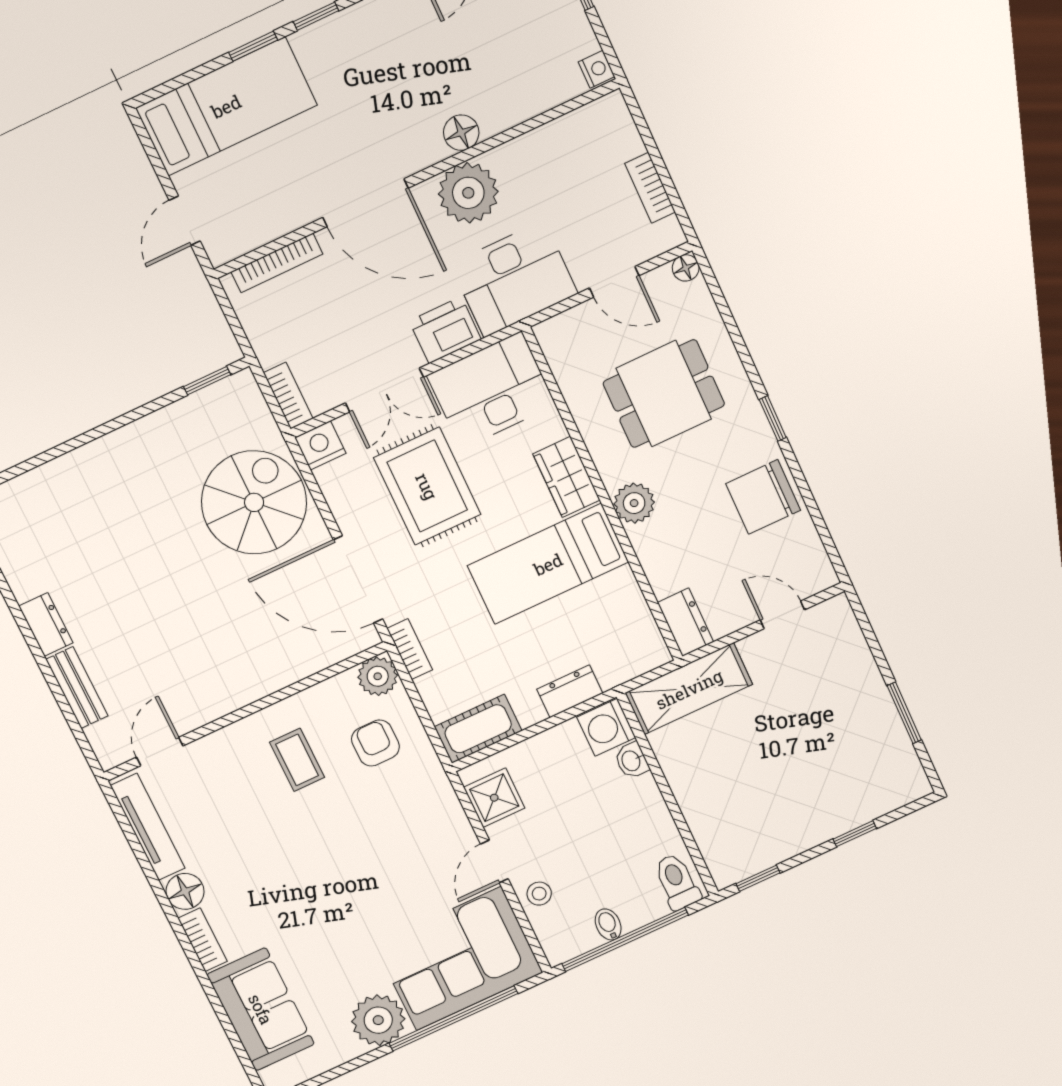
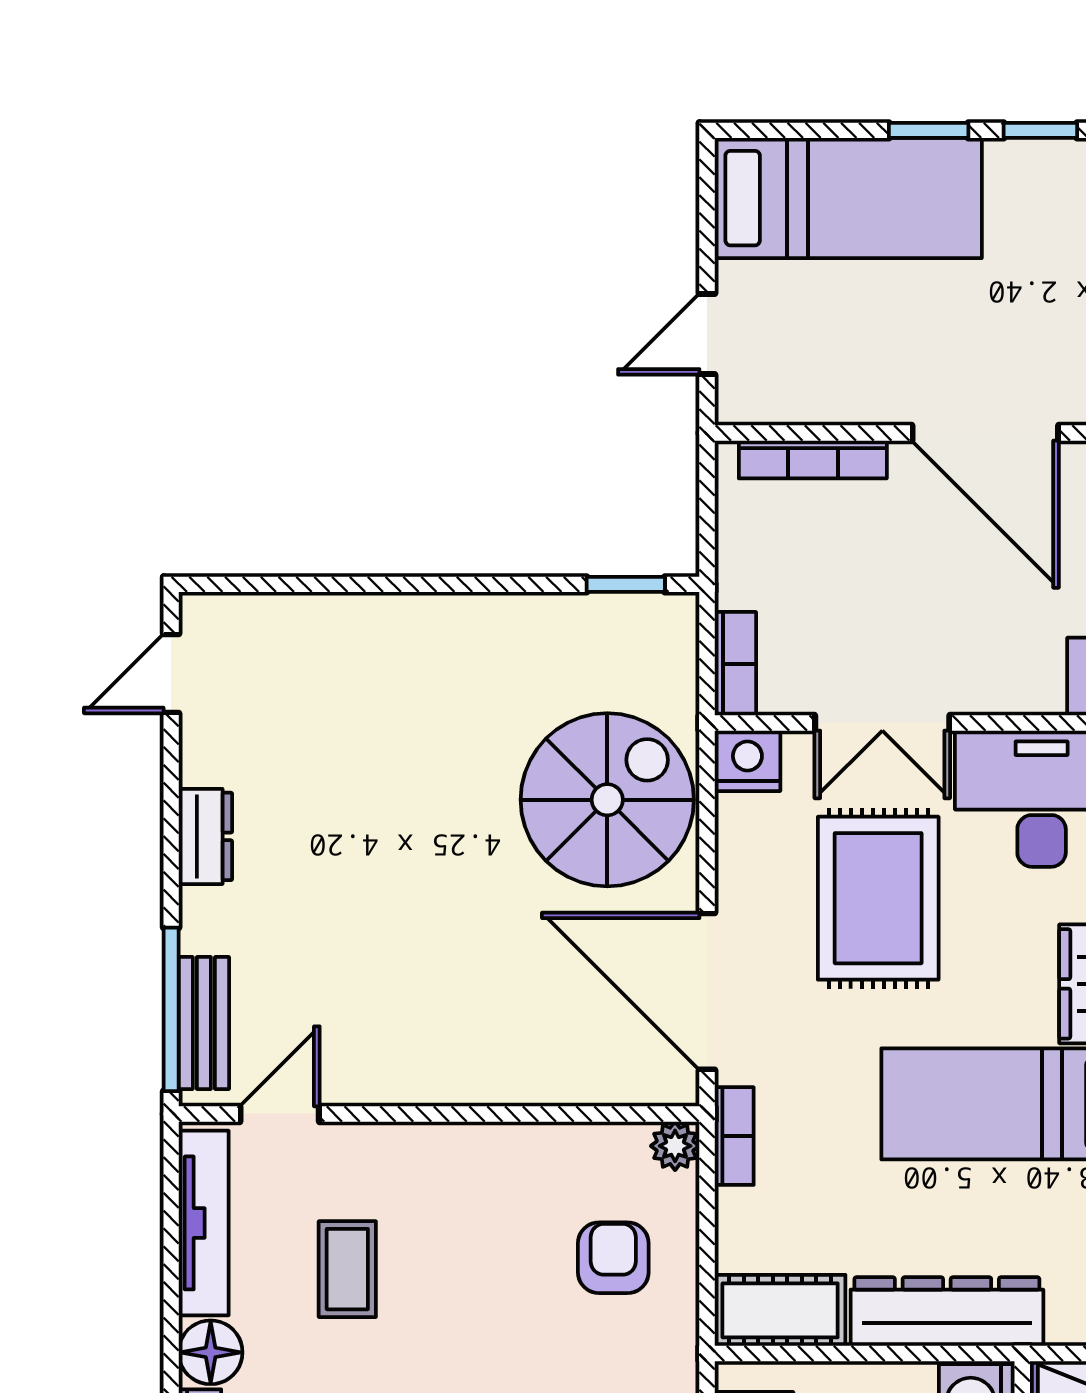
printer: (445, 330) -> (1015, 676), removed
plant: (378, 676) -> (675, 1146), width x0.73, depth x0.73
bench: (77, 688) -> (204, 1023), moved
dresser: (570, 691) -> (947, 1312), width x1.96, depth x1.24
window: (74, 724) -> (171, 1009), added
coffee table: (297, 760) -> (347, 1269), moved

